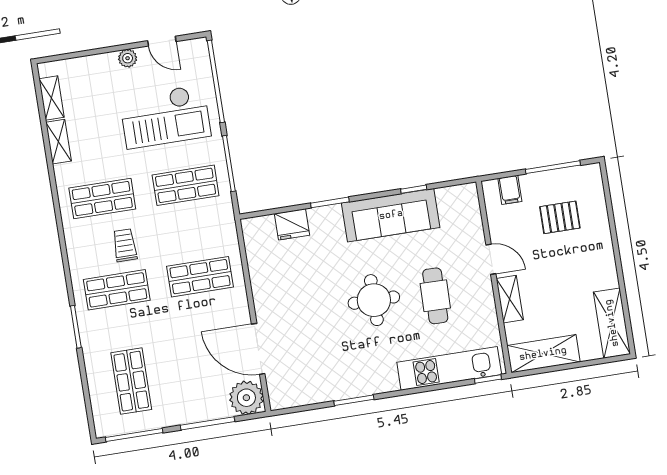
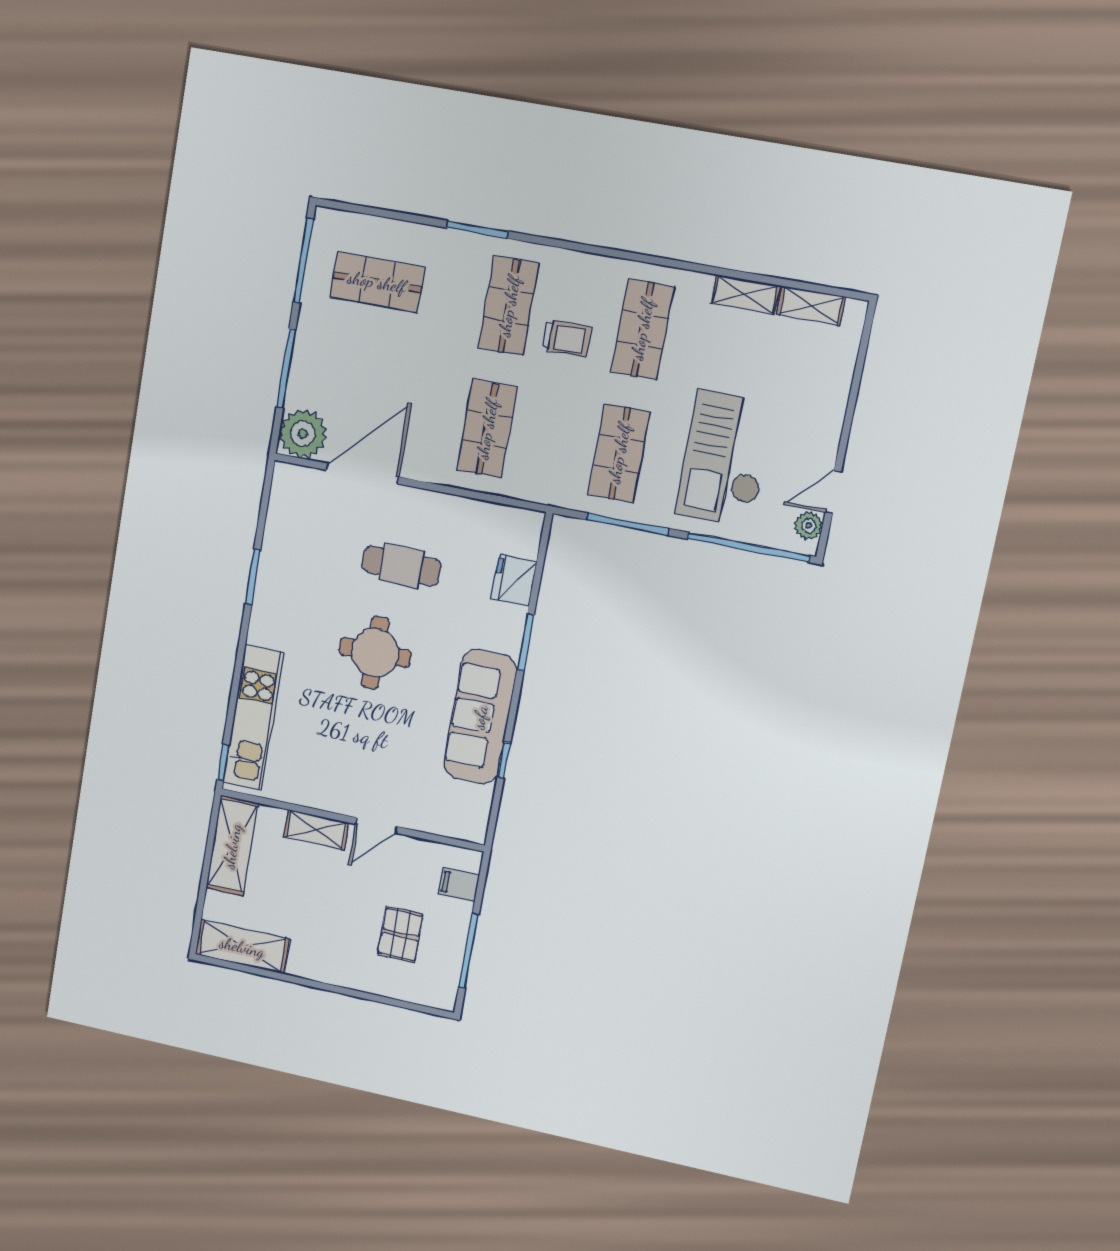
plant: (128, 58) -> (809, 526), moved
cafe table: (435, 296) -> (402, 566), moved

